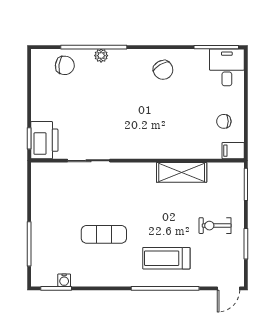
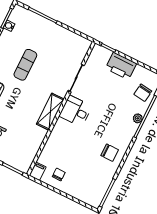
desk: (227, 67) -> (75, 111), moved, turned 180
chair: (163, 70) -> (110, 153), turned -150
printer: (44, 140) -> (121, 66), moved
shelving: (182, 172) -> (50, 112), moved

